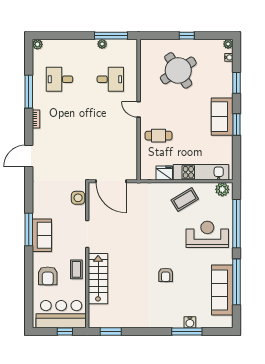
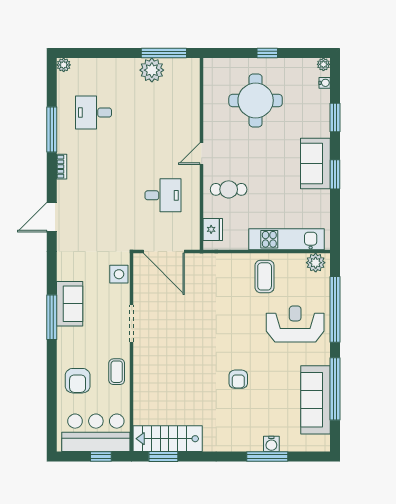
plant: (102, 44) -> (152, 70), width x1.88, depth x1.88
round table: (178, 70) -> (256, 100), turned 33
desk: (110, 79) -> (163, 195), moved
door: (139, 109) -> (202, 154), hinge flipped
fridge: (164, 173) -> (213, 229), moved, turned 90
coffee table: (185, 199) -> (265, 276), turned -59
sofa: (42, 235) -> (70, 304), moved
stairs: (98, 279) -> (168, 439), moved, turned -90

